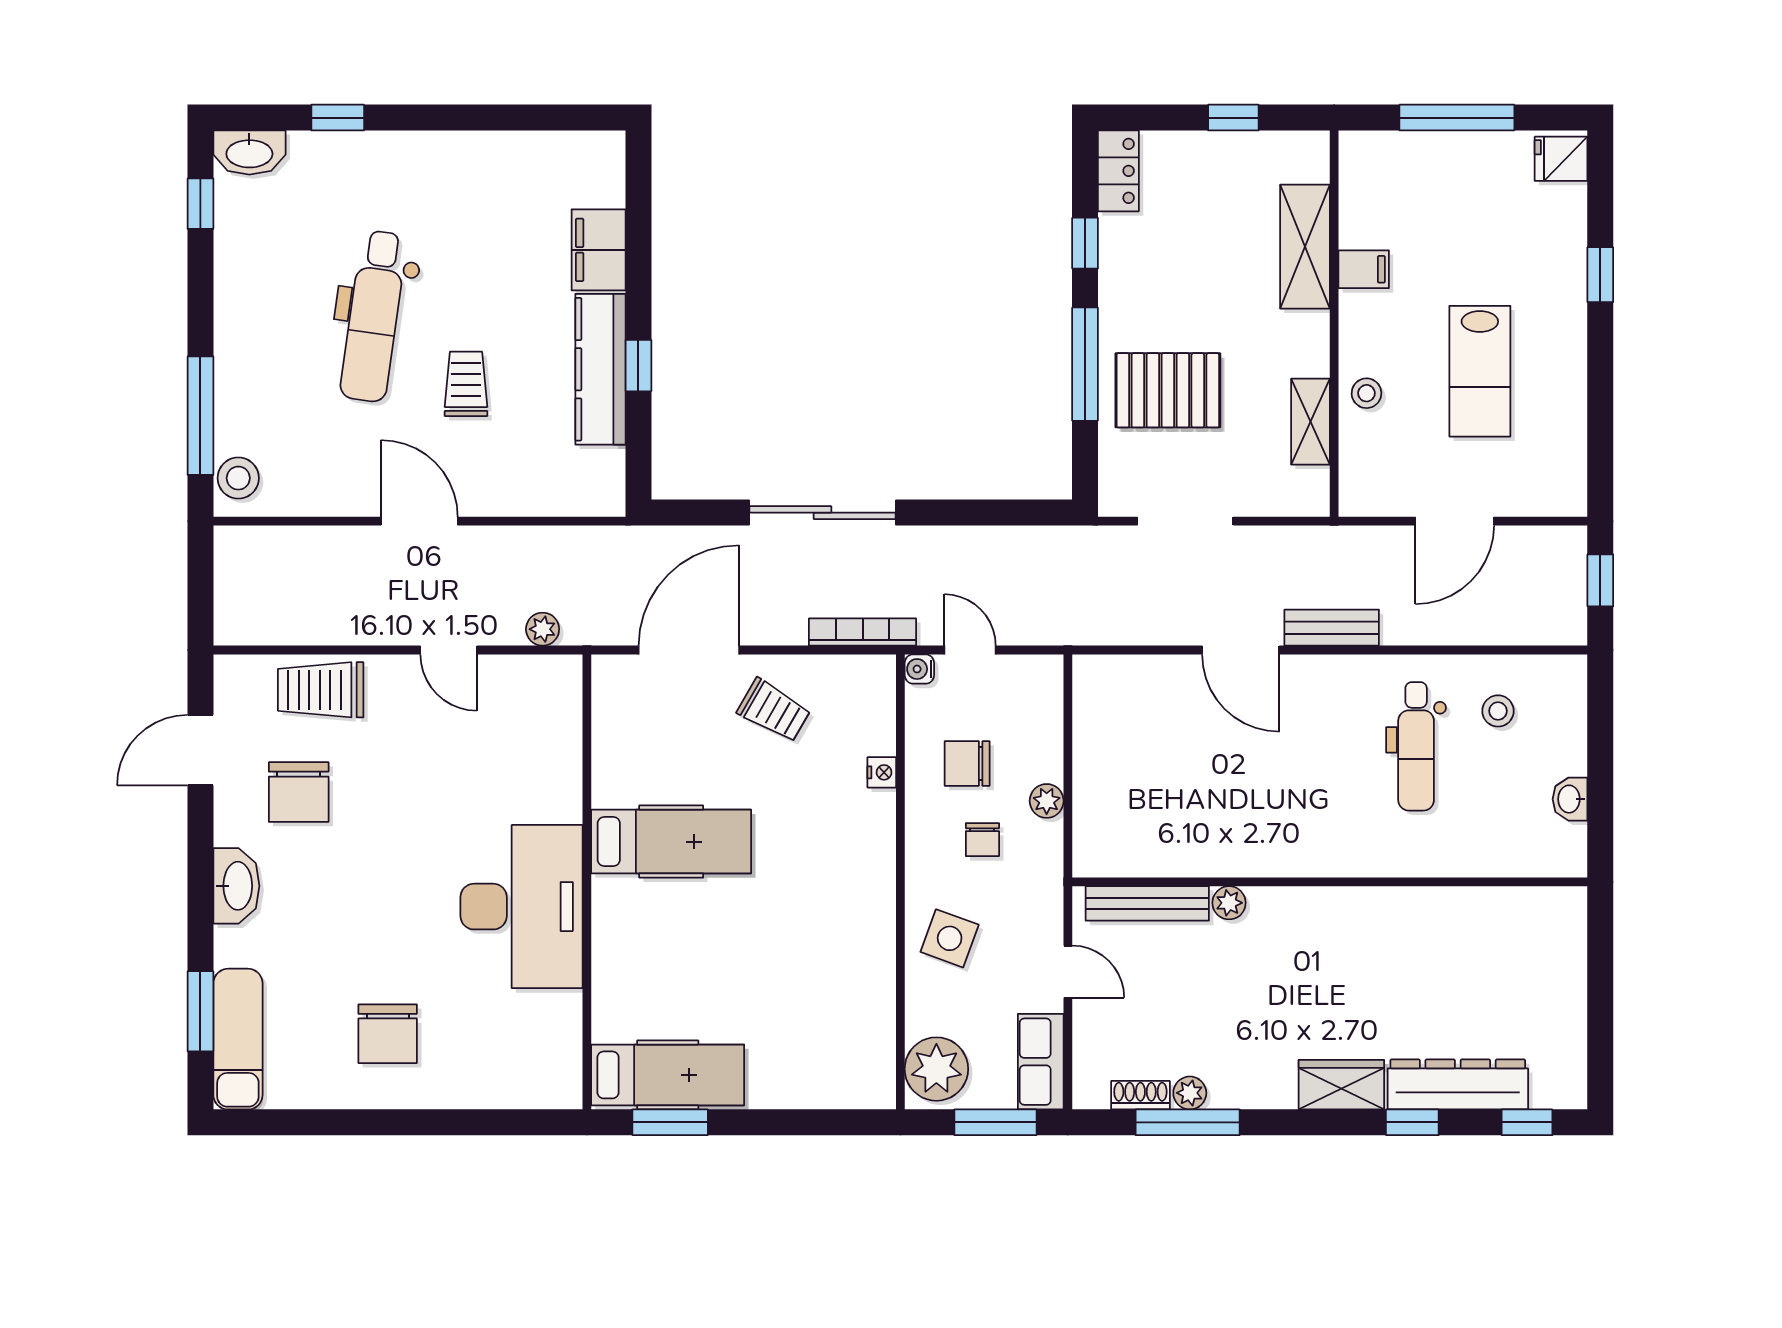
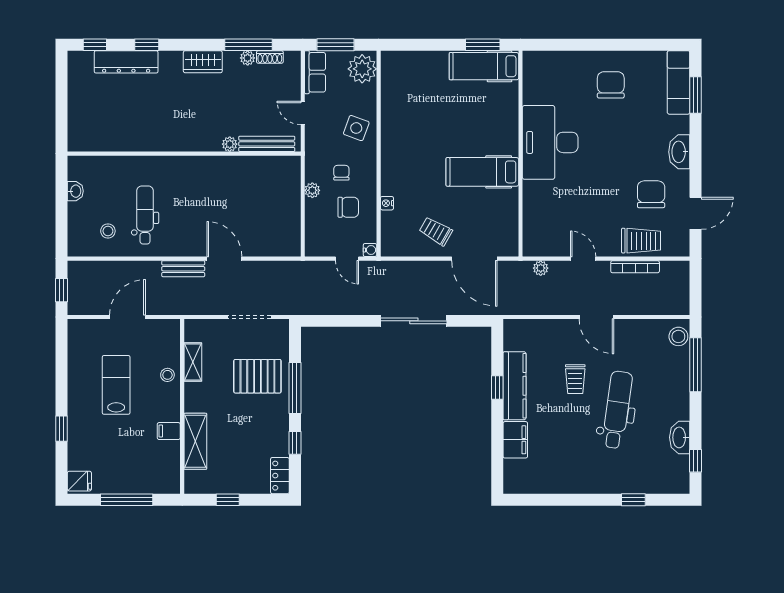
washbasin: (249, 152) -> (680, 437), moved, turned -90
bookcase: (863, 632) -> (635, 267), moved
door: (689, 650) -> (474, 259), hinge flipped
wardrobe: (1341, 1085) -> (203, 62), moved

